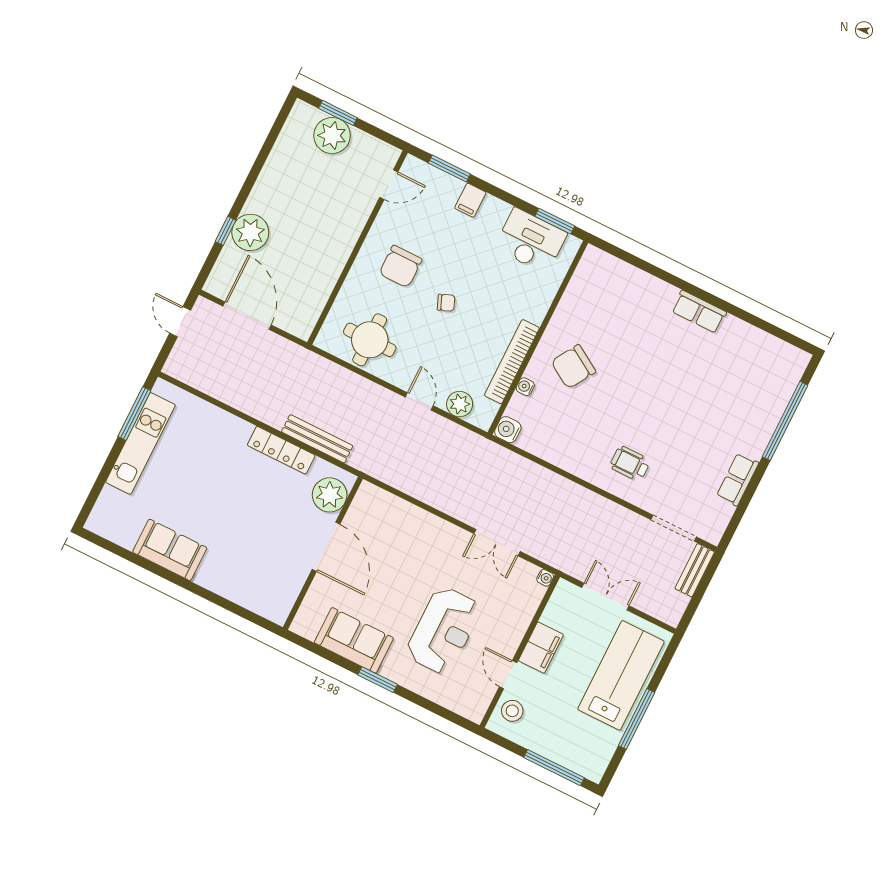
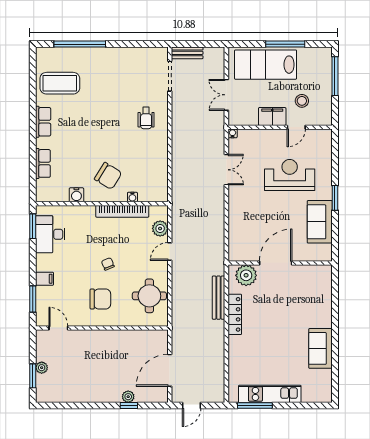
plant: (332, 135) -> (42, 368), width x0.53, depth x0.53
plant: (250, 232) -> (128, 397), width x0.53, depth x0.53
coffee table: (743, 364) -> (60, 83), added
water cooler: (508, 430) -> (76, 195), moved
row of seats: (738, 479) -> (43, 163), moved, turned -90
stool: (512, 711) -> (302, 101), moved

